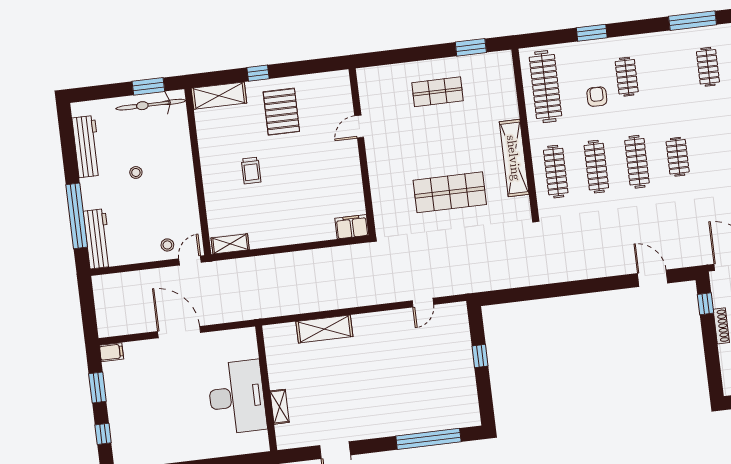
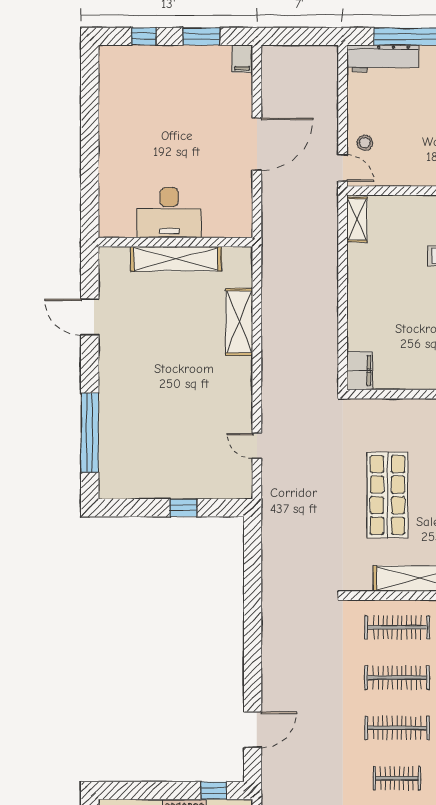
desk: (237, 397) -> (169, 213), width x0.73, depth x0.77
shelving: (280, 407) -> (176, 259), width x2.20, depth x1.33

